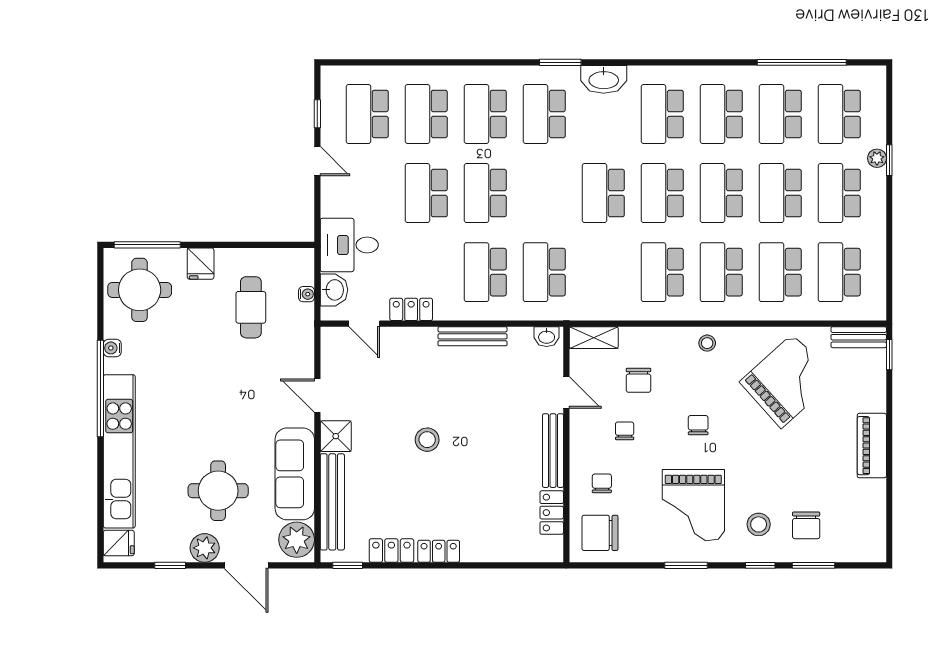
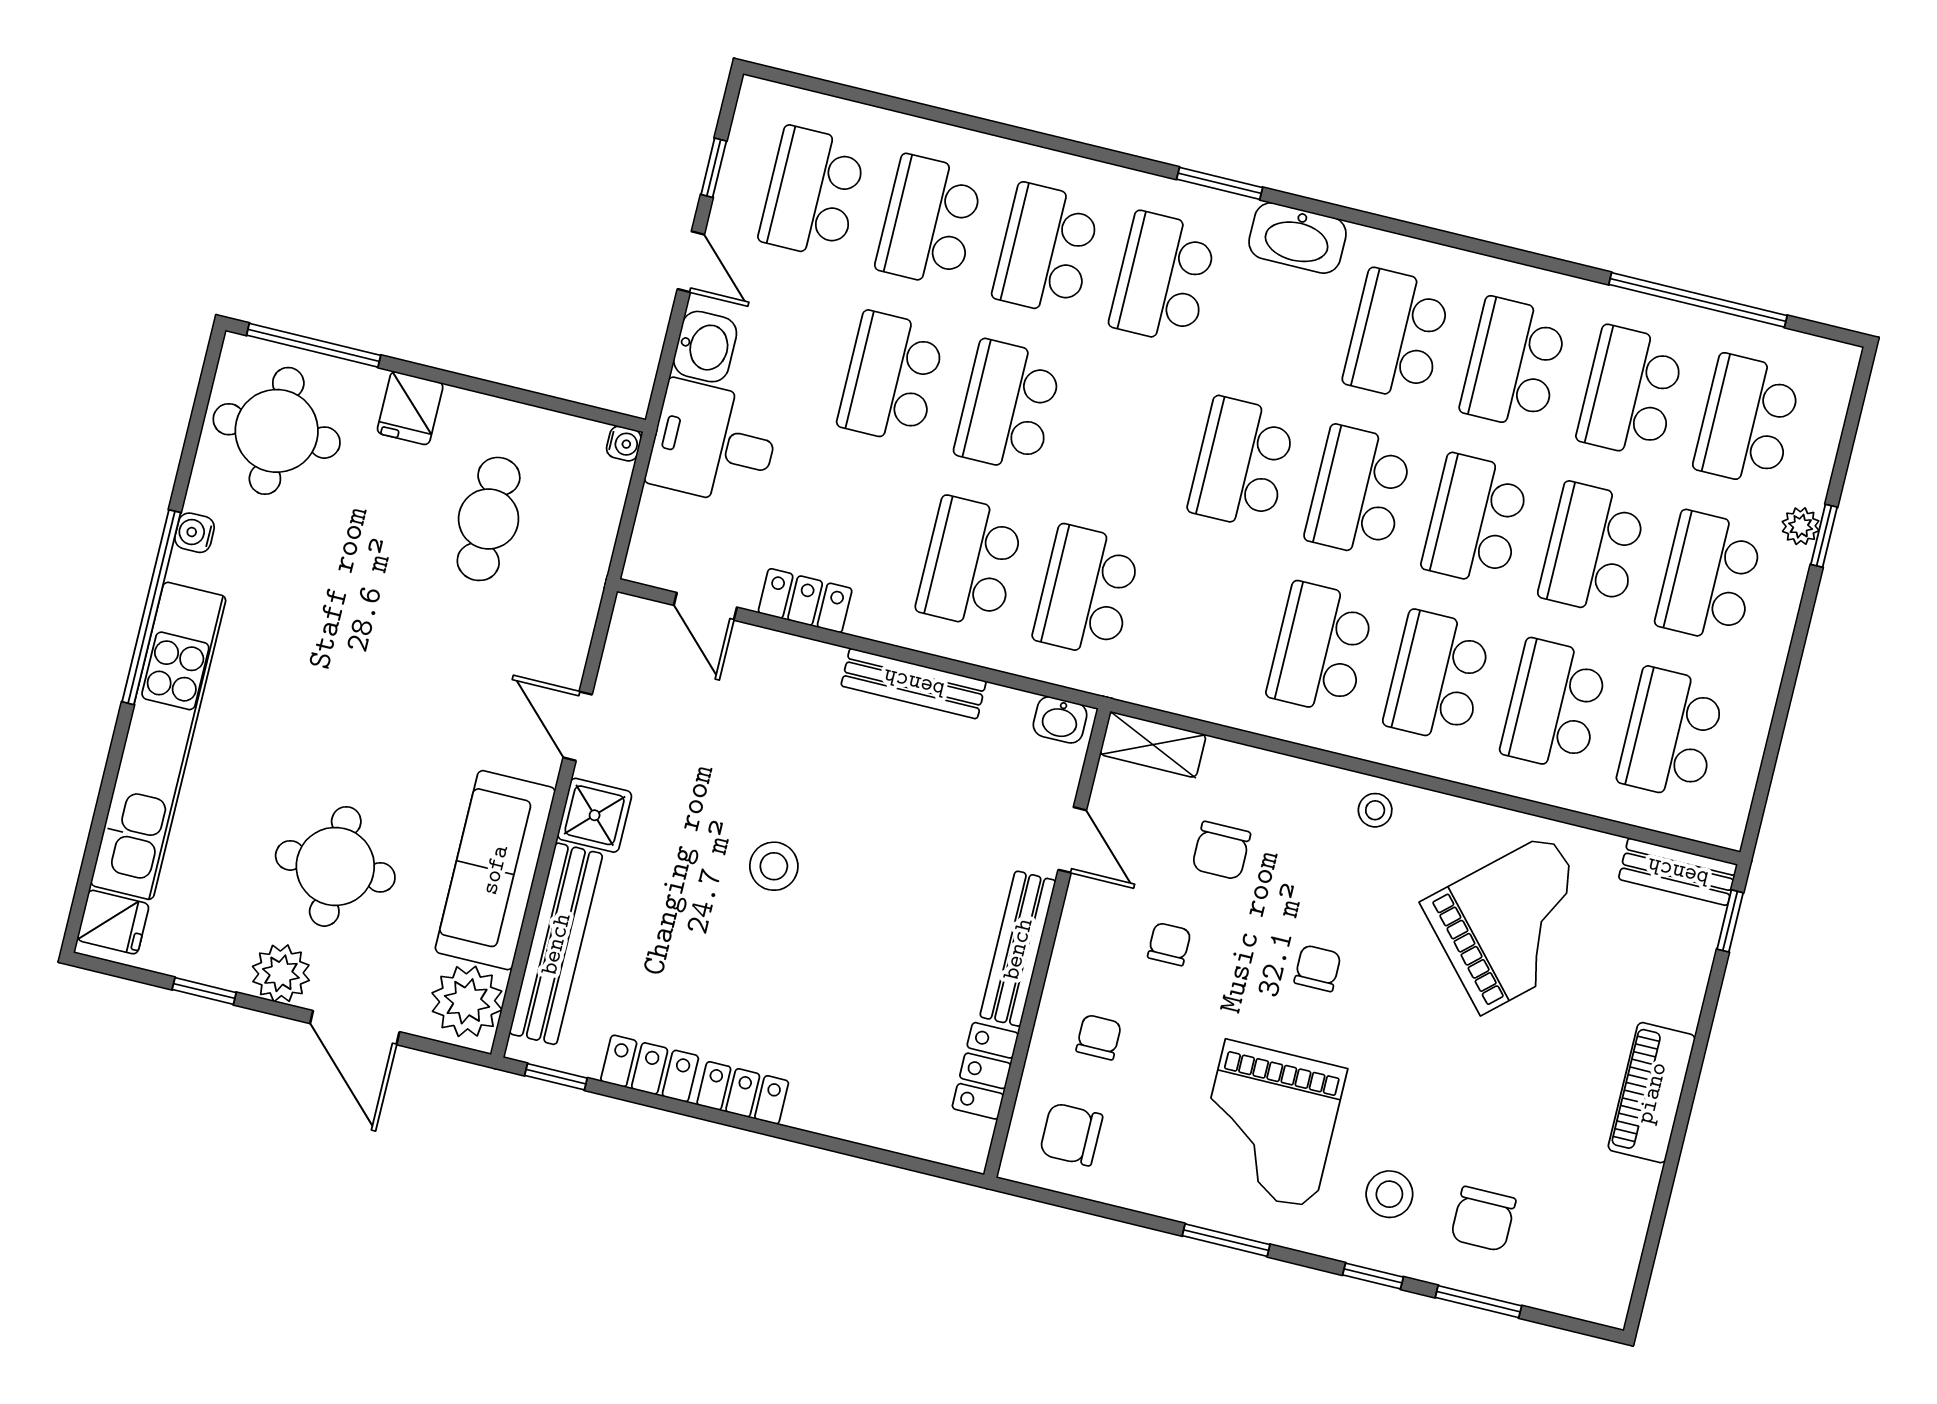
washbasin: (334, 290) -> (705, 347), moved
water cooler: (307, 294) -> (624, 444), moved
chair: (600, 533) -> (1071, 1134), width x0.73, depth x0.73

